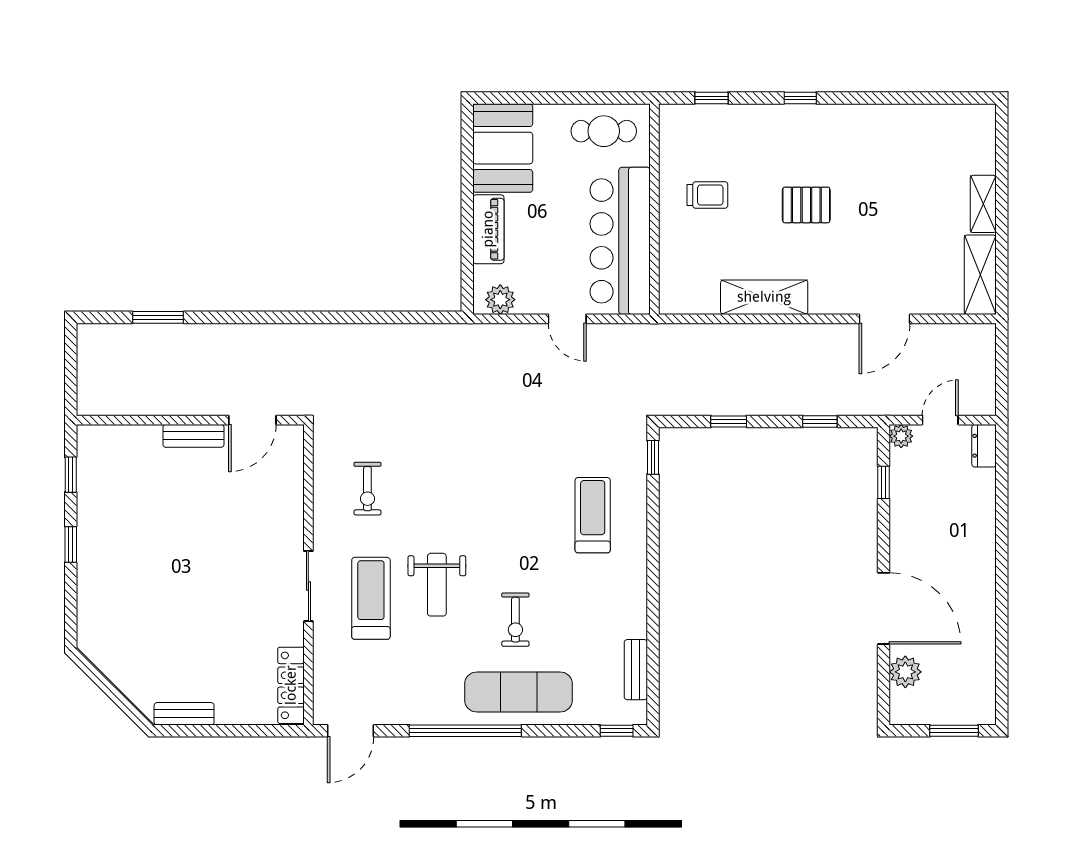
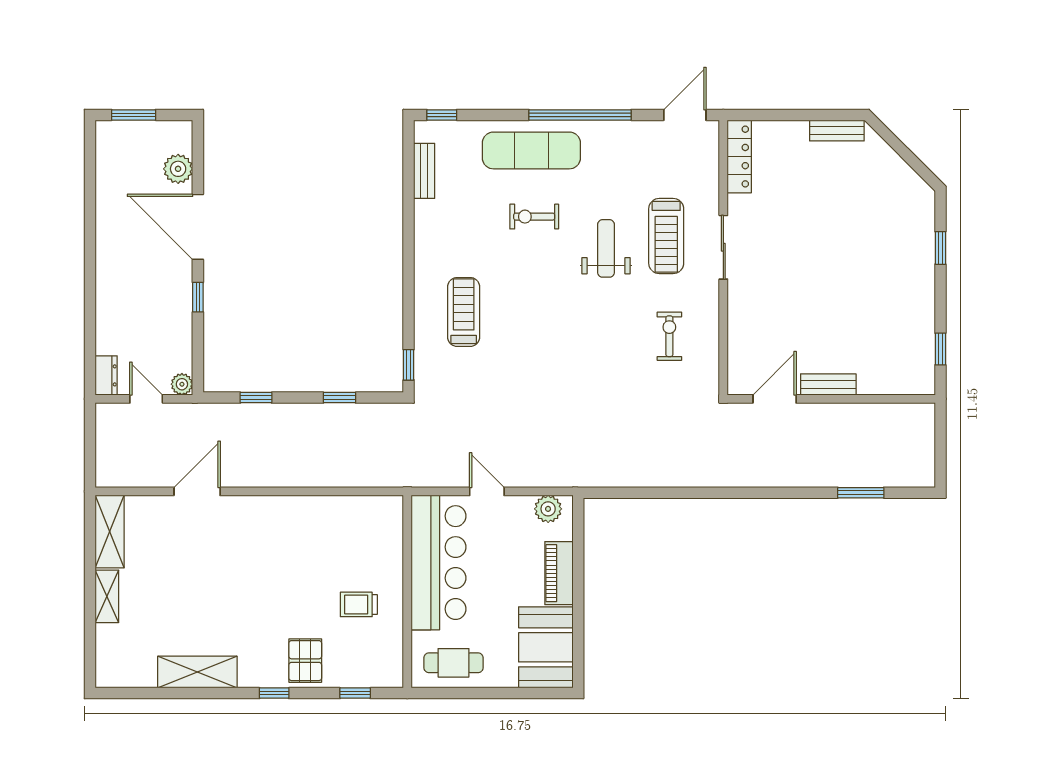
pallet: (806, 205) -> (305, 661), moved, turned 90
shelving: (764, 297) -> (197, 672), moved
door: (940, 420) -> (146, 399), swing flipped
window: (884, 482) -> (198, 297), moved
treadmill: (593, 515) -> (464, 312), turned 180
window: (71, 544) -> (940, 248), moved
exercise bike: (515, 620) -> (534, 217), turned -90

